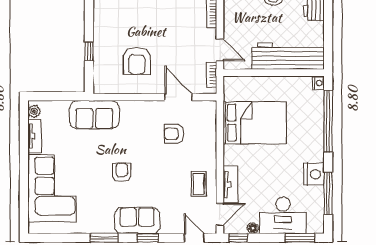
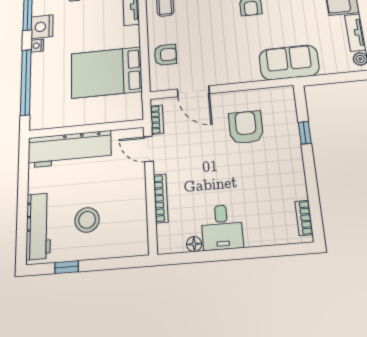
nightstand: (318, 83) -> (37, 46), moved
armchair: (174, 134) -> (165, 55), moved

